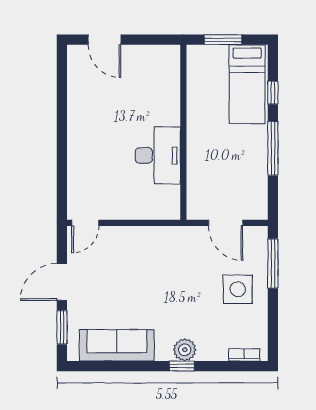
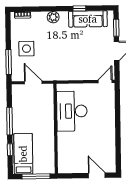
window: (223, 40) -> (36, 176), width x1.44
desk: (158, 155) -> (72, 111), width x1.36, depth x1.30
window: (182, 366) -> (79, 8), moved

